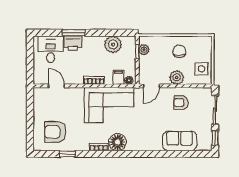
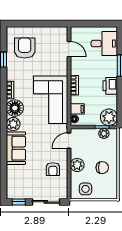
printer: (73, 43) -> (110, 86), moved
plant: (113, 44) -> (109, 117), moved
door: (56, 86) -> (69, 49), hinge flipped
door: (151, 86) -> (69, 141), hinge flipped
armchair: (181, 103) -> (53, 169), turned 180
sofa: (180, 141) -> (16, 148), moved
plant: (134, 144) -> (13, 124), added

